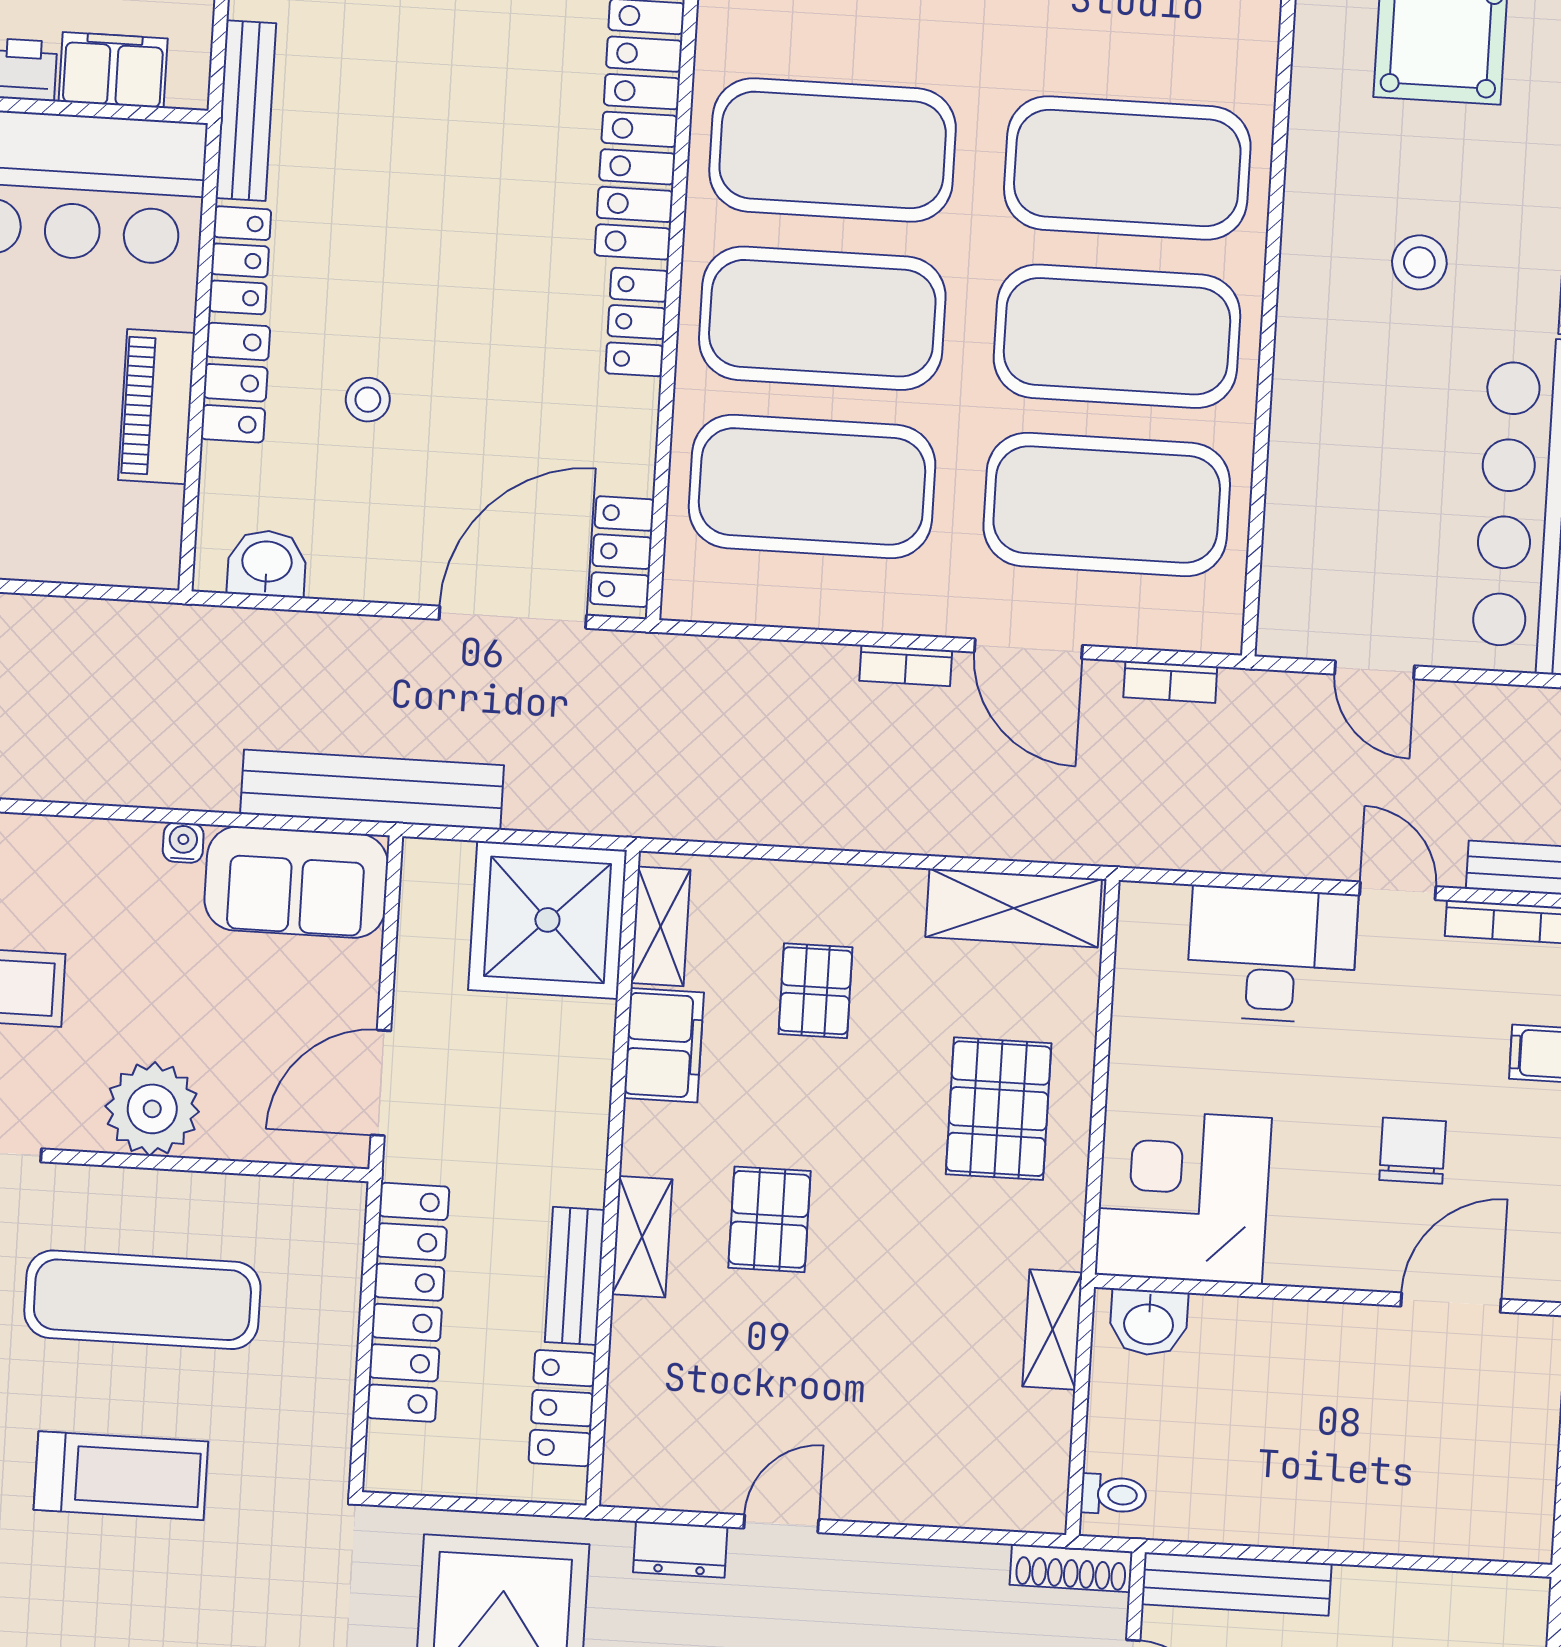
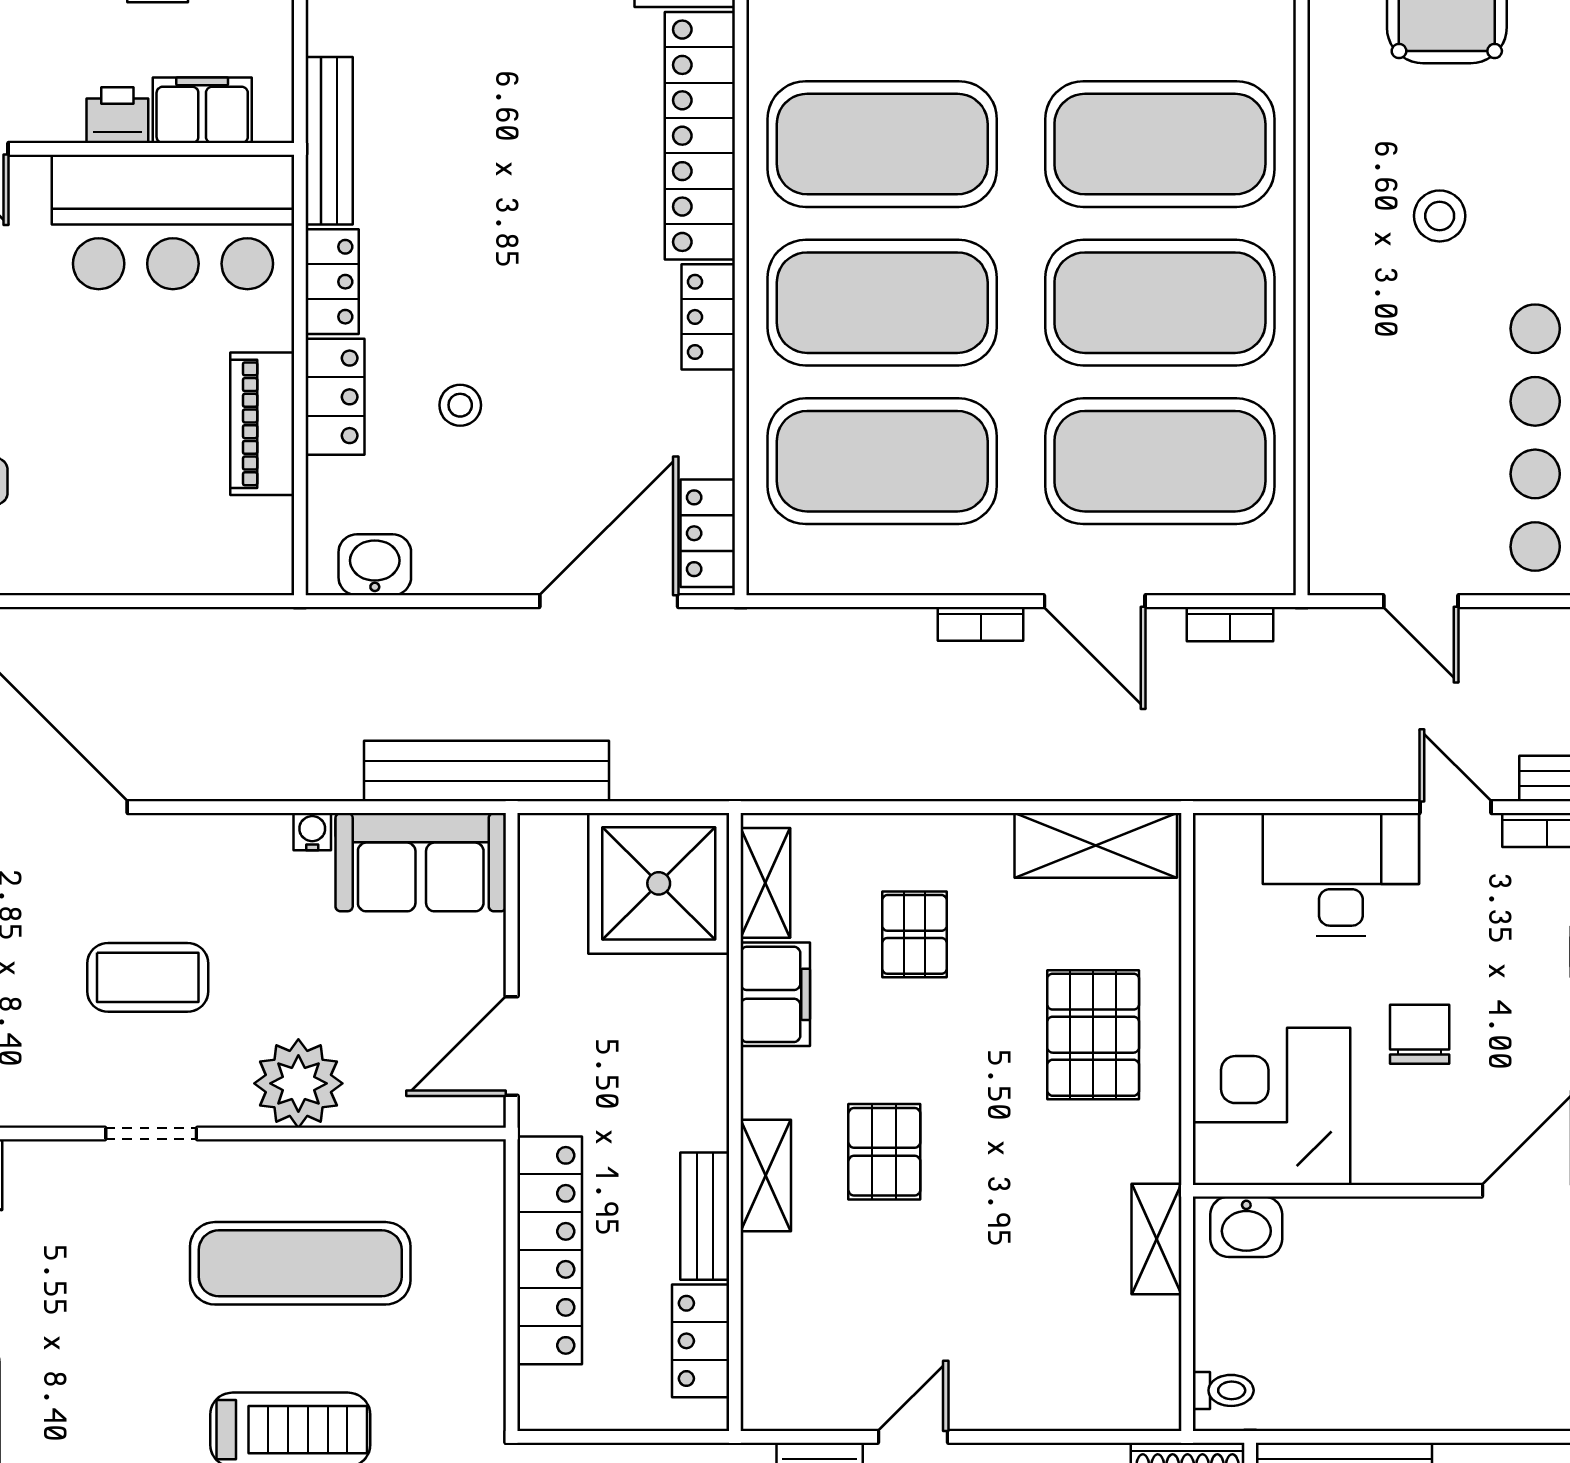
chair: (1413, 1151) -> (1420, 1034), moved

